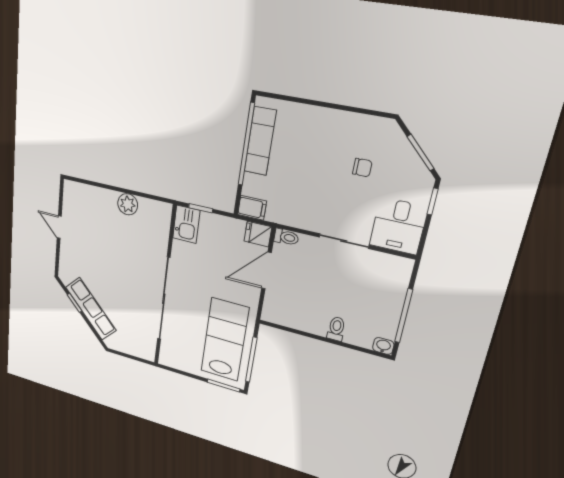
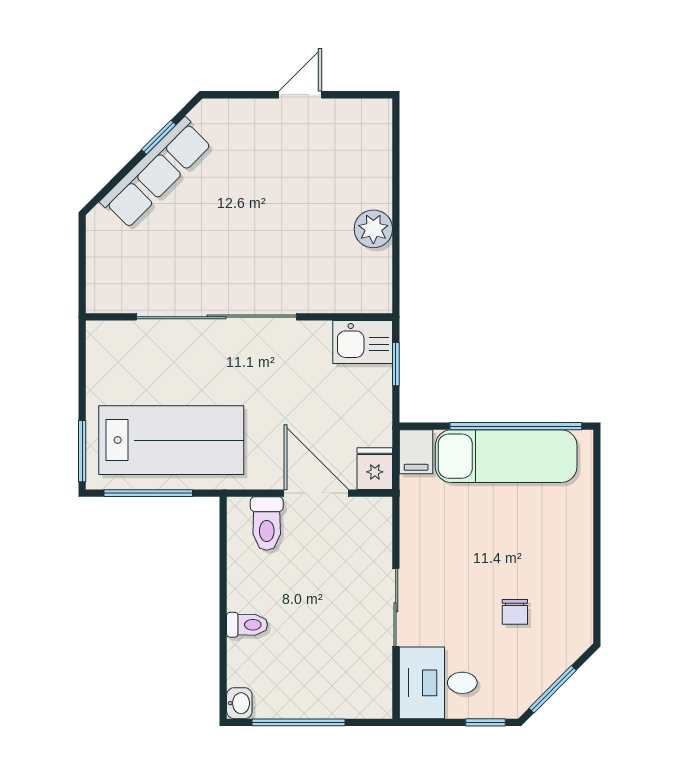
exam couch: (260, 141) -> (506, 456), width x1.36, depth x1.45
toilet: (286, 237) -> (267, 523), moved, width x1.37, depth x1.39

